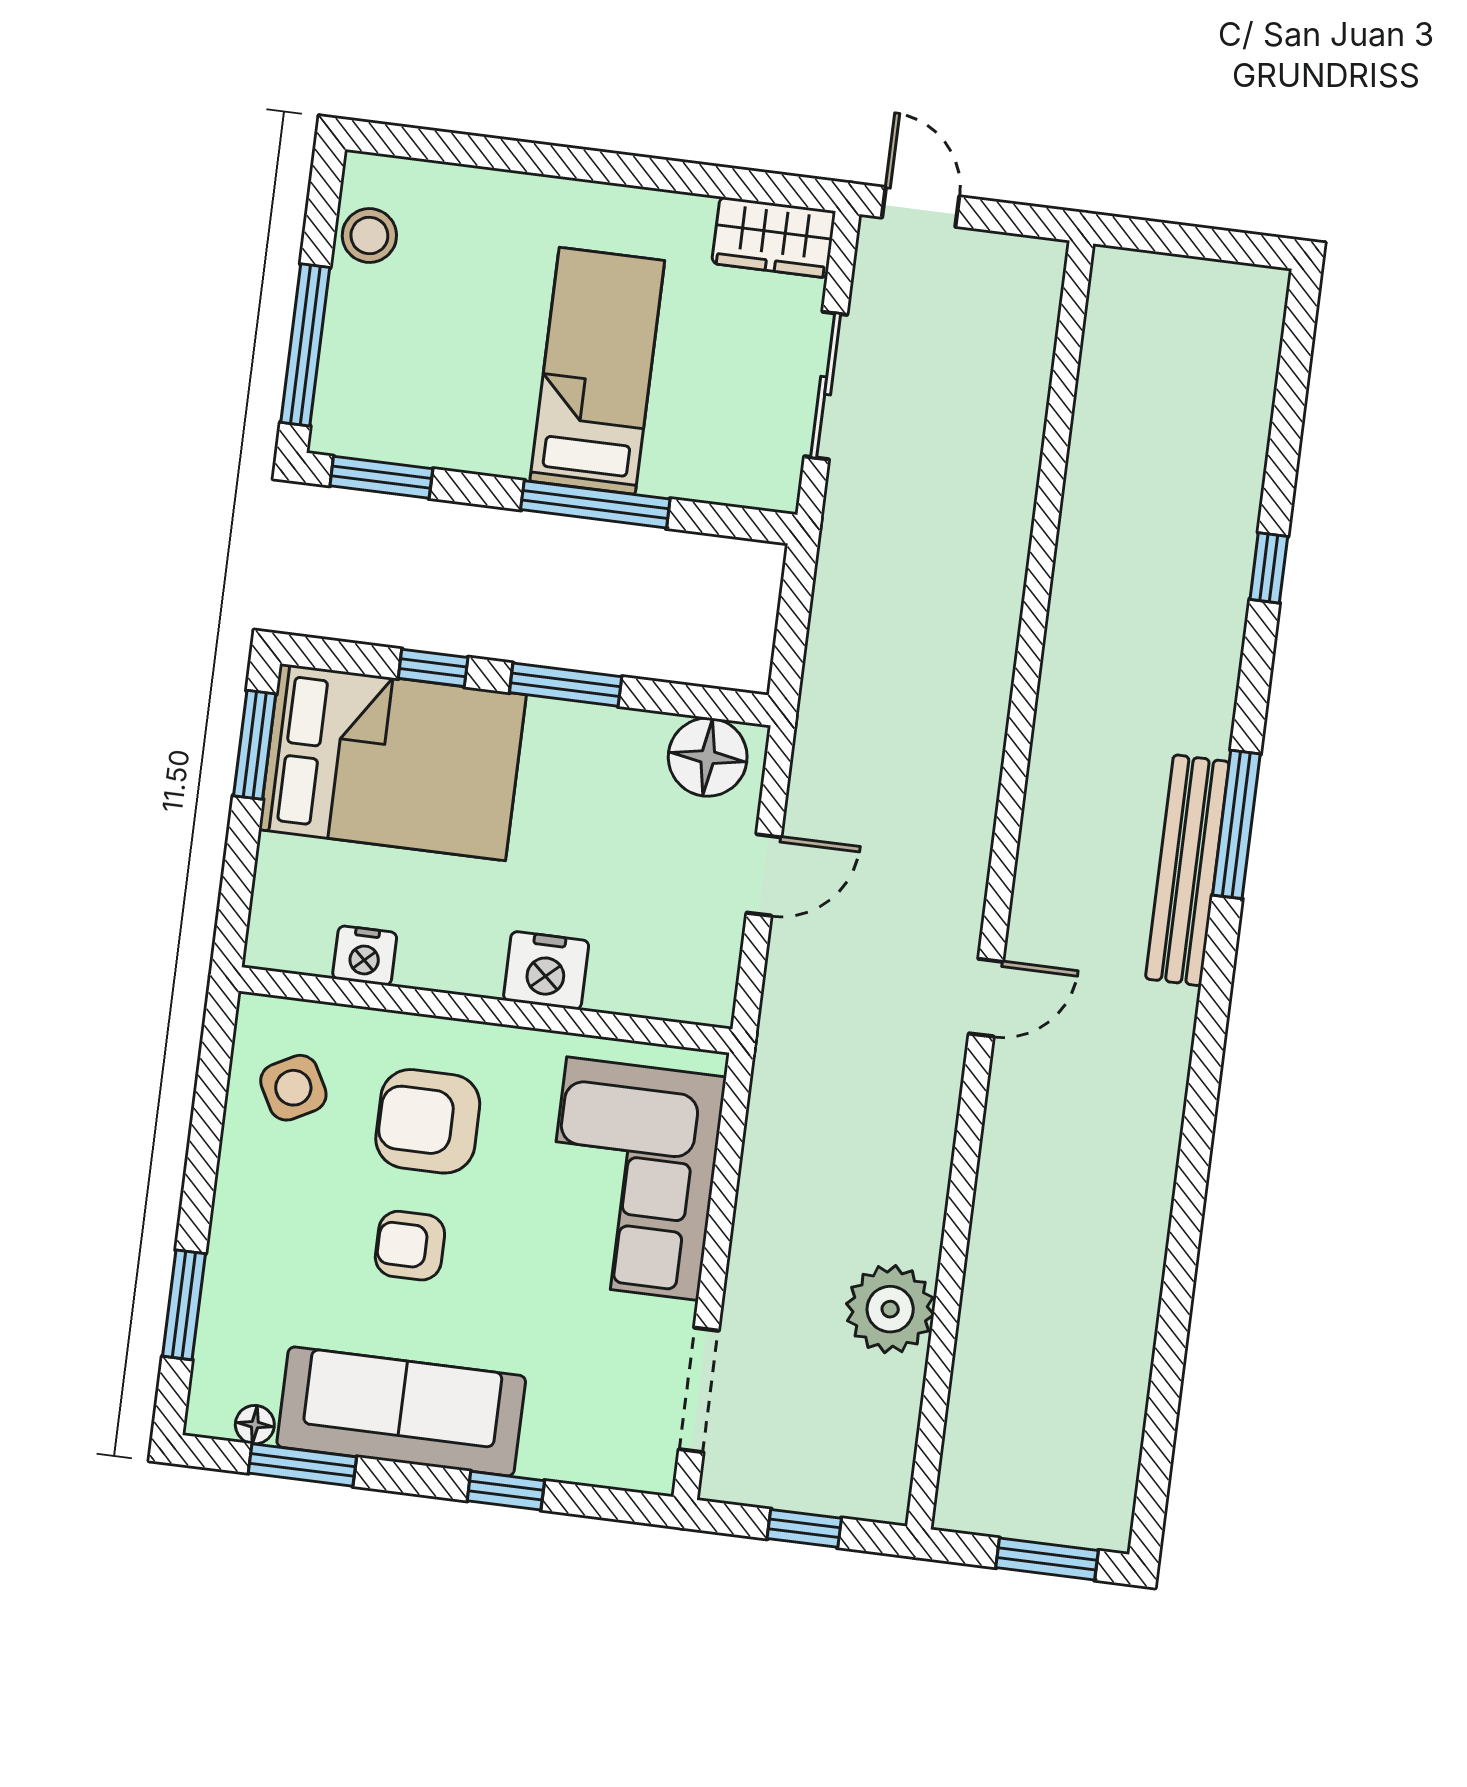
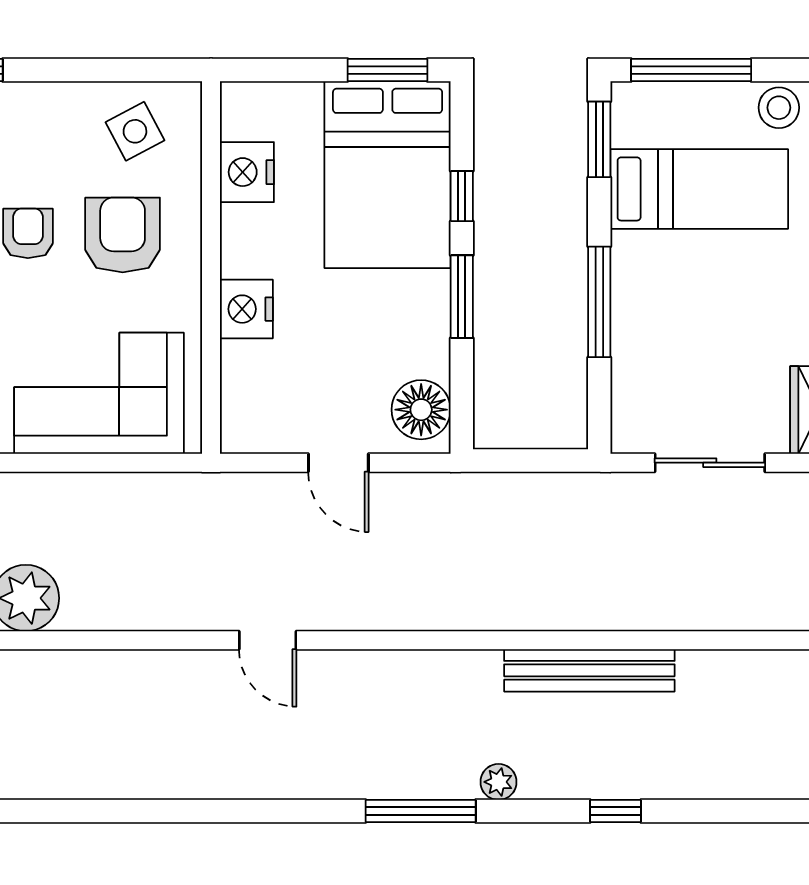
bed: (597, 371) -> (699, 189), moved
plant: (1211, 717) -> (499, 782), added
bench: (1187, 870) -> (589, 670), moved
nightstand: (365, 956) -> (247, 172), width x1.36, depth x1.33

